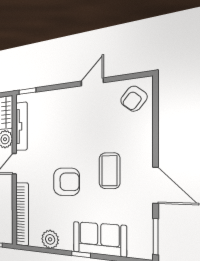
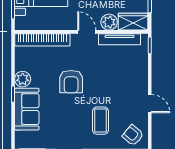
coffee table: (109, 171) -> (100, 121), moved, turned 90
plant: (50, 239) -> (23, 79), moved

